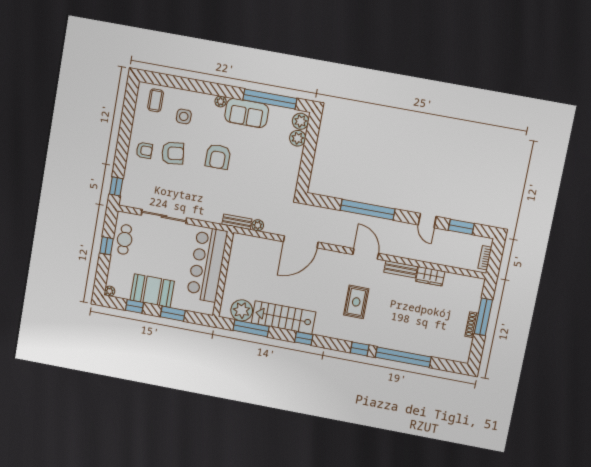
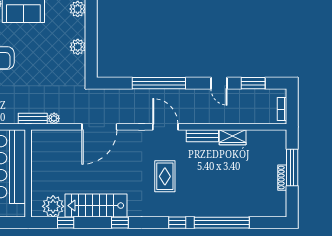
plant: (298, 138) -> (78, 47), moved
window: (251, 328) -> (66, 223), width x0.46

